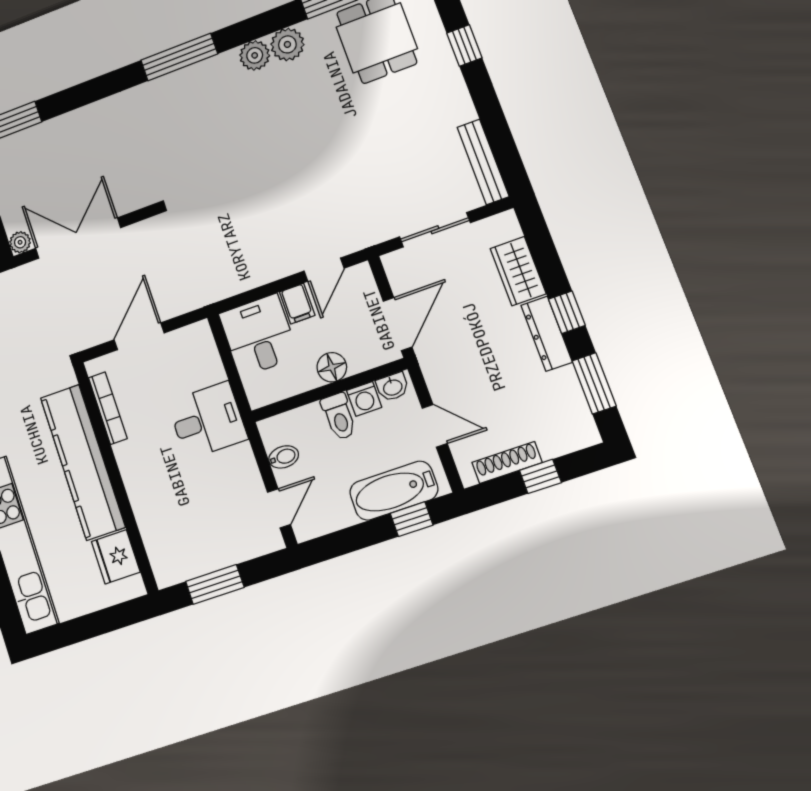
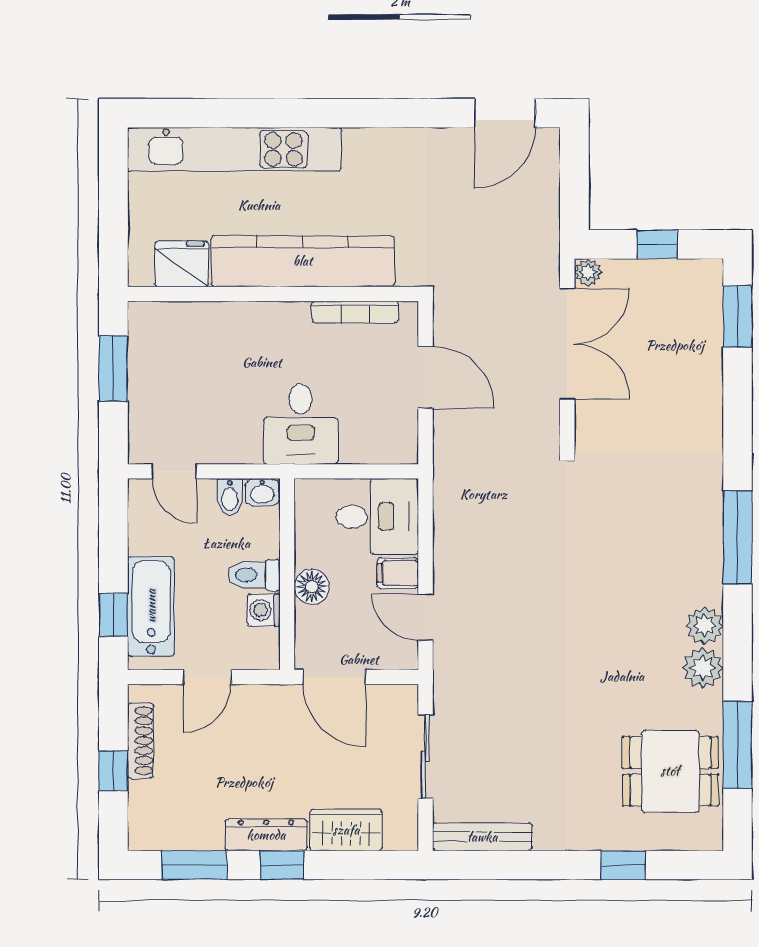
washbasin: (393, 387) -> (262, 492), moved, turned -90

